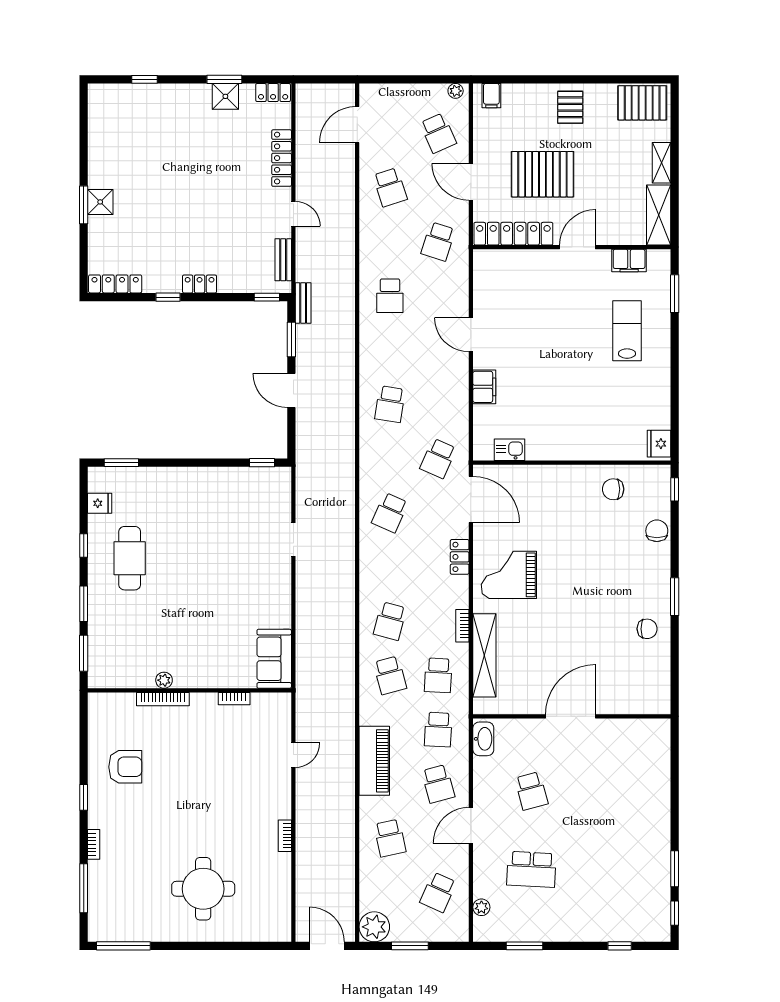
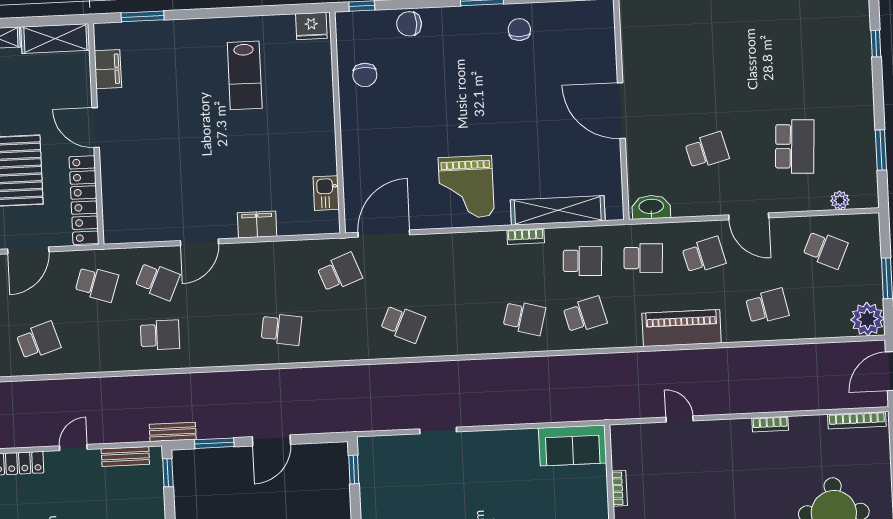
school desk: (438, 296) -> (157, 281), added
lab bench: (627, 331) -> (245, 75), moved, turned -90
school desk: (438, 458) -> (340, 272), turned -45
locker: (460, 557) -> (449, 243), removed
bookcase: (285, 913) -> (857, 420), added

